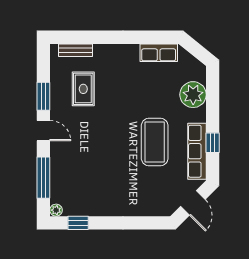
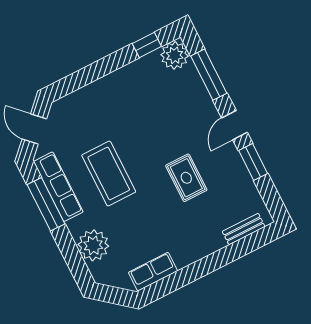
rug: (83, 89) -> (186, 178), moved
door: (43, 131) -> (234, 125), hinge flipped
window: (213, 143) -> (46, 204), width x2.17
plant: (56, 210) -> (175, 55), width x1.88, depth x1.88

